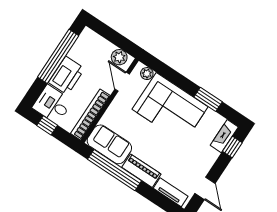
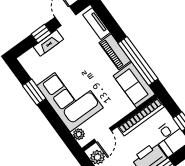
fireplace: (224, 136) -> (48, 43), moved
window: (232, 147) -> (41, 34), moved

